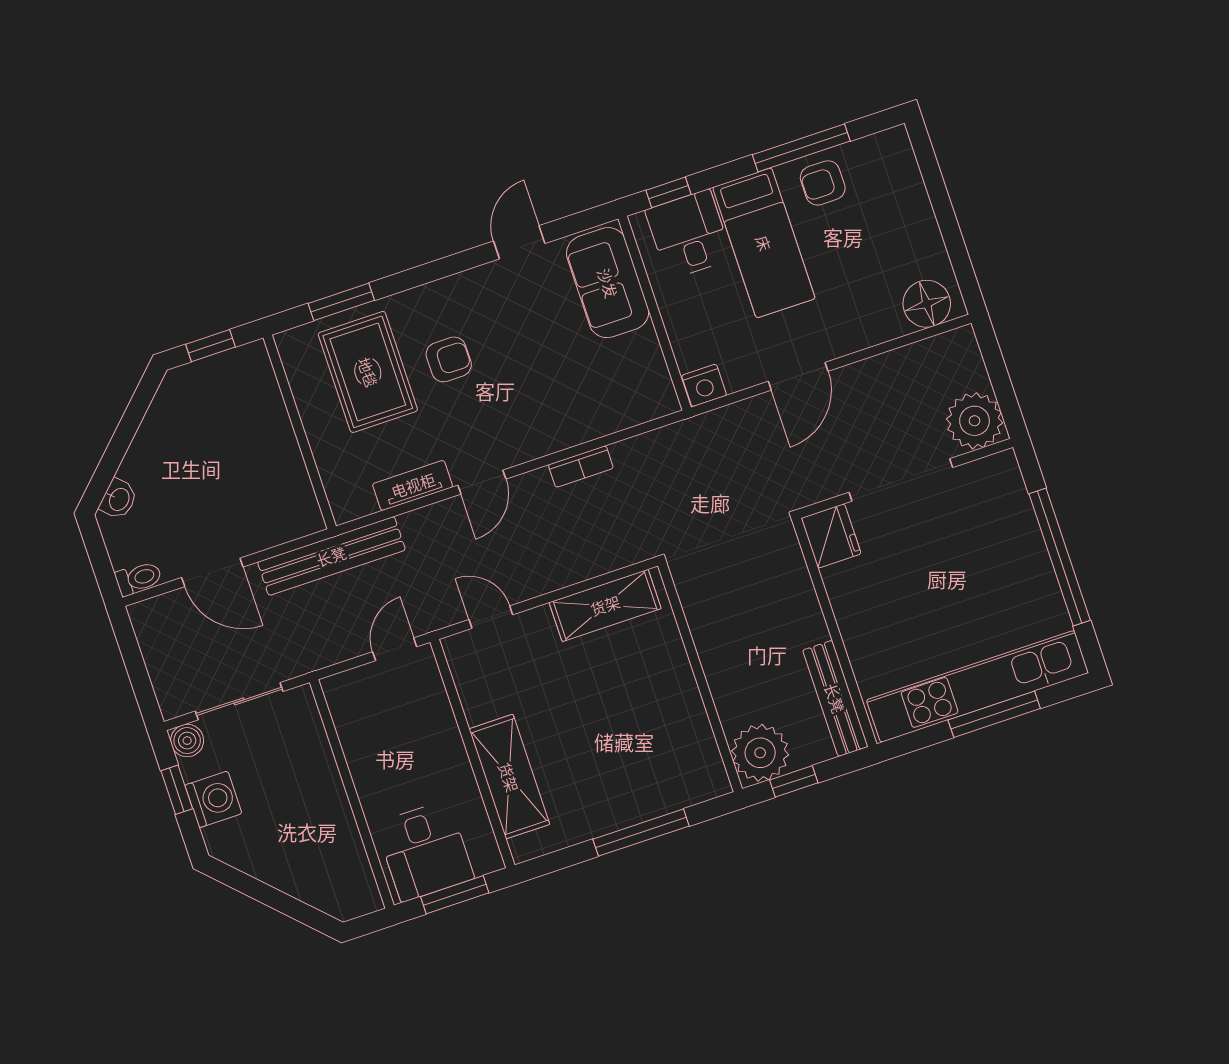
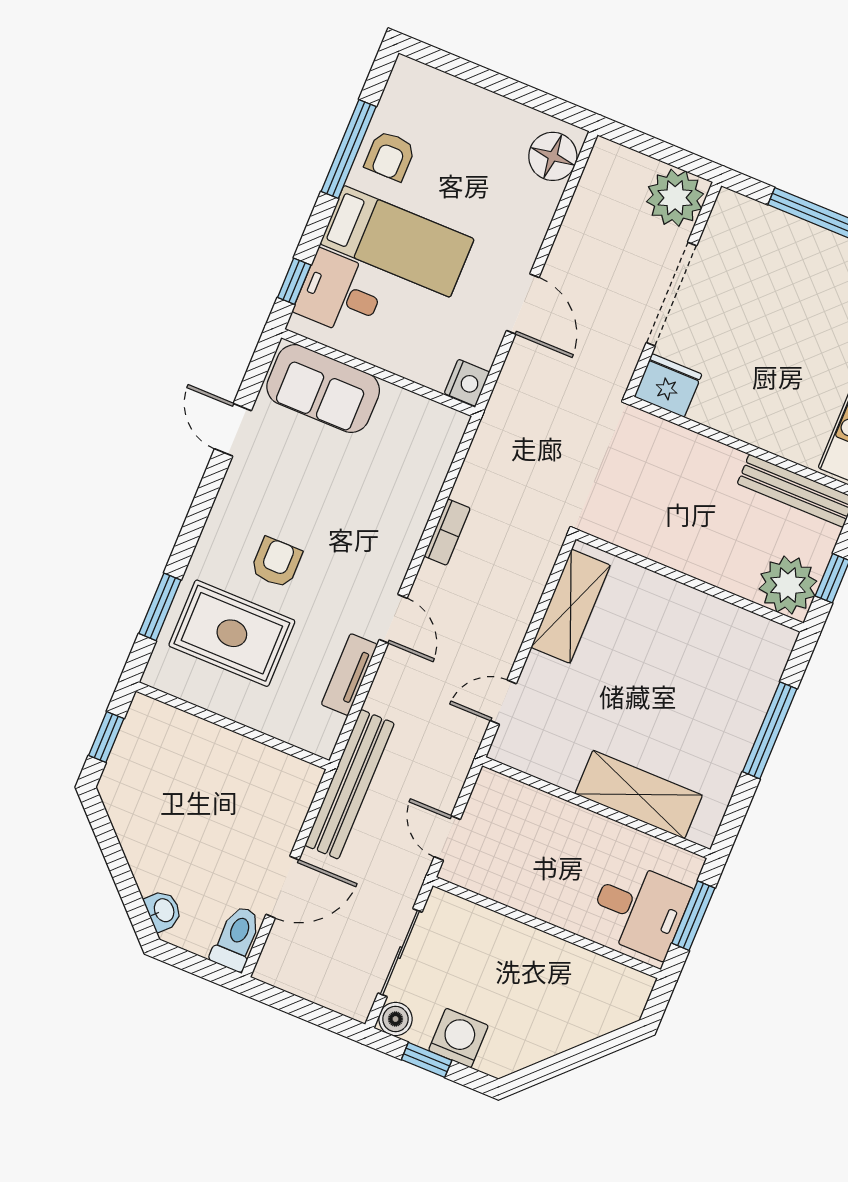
toilet: (139, 578) -> (236, 938), width x1.37, depth x1.39
door: (395, 649) -> (447, 838), moved

